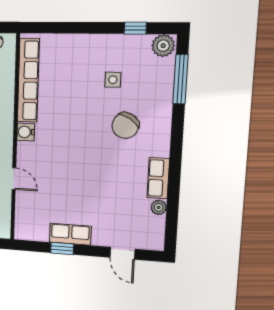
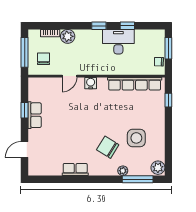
window: (135, 28) -> (168, 100), moved
side table: (113, 80) -> (136, 138), width x1.87, depth x1.87
water cooler: (26, 132) -> (91, 83), moved
plant: (159, 207) -> (123, 171), moved

